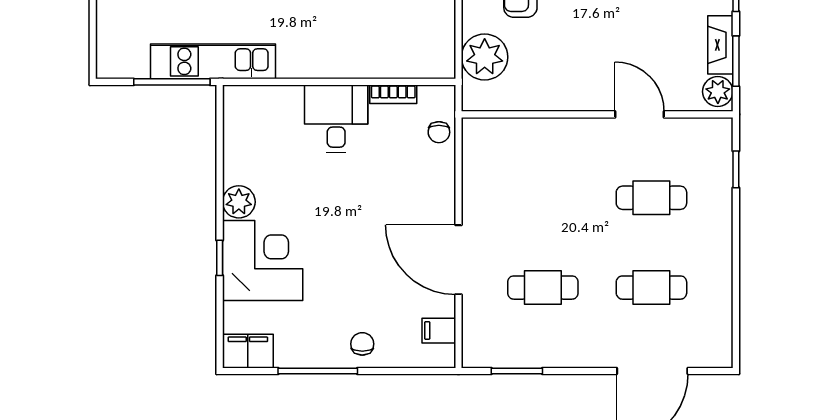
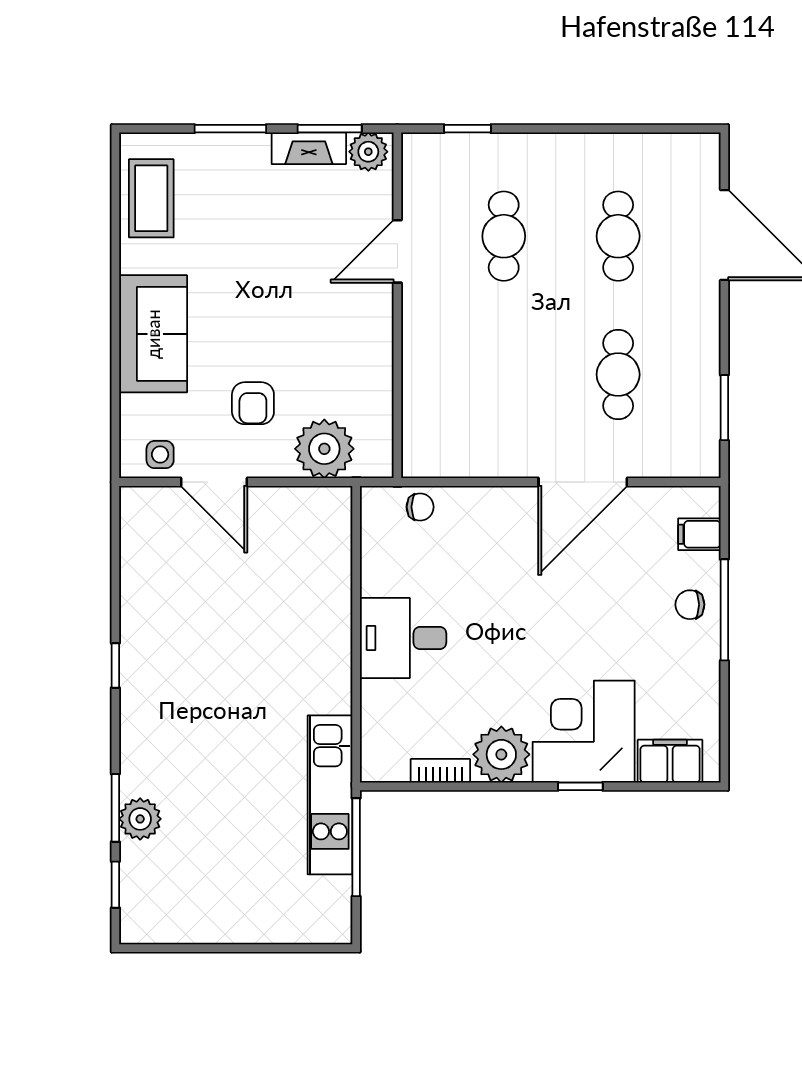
bookcase: (393, 94) -> (440, 771), moved, turned -90
plant: (239, 202) -> (501, 754), width x1.36, depth x1.36
filing cabinet: (439, 331) -> (699, 534), moved, turned 90
filing cabinet: (248, 351) -> (670, 761), moved, turned 90
window: (318, 371) -> (724, 610), moved

